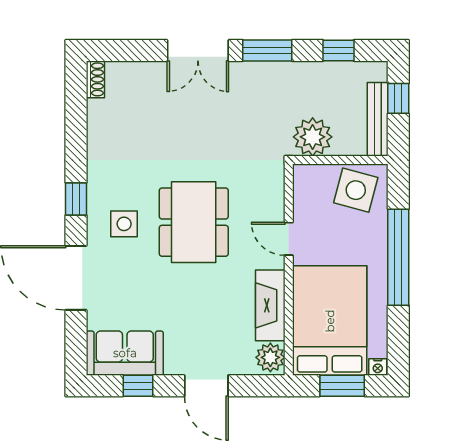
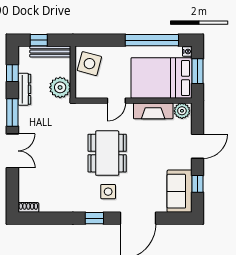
dresser: (309, 72) -> (24, 89), added
dining table: (194, 222) -> (107, 153), turned 90
window: (398, 257) -> (152, 40), moved

